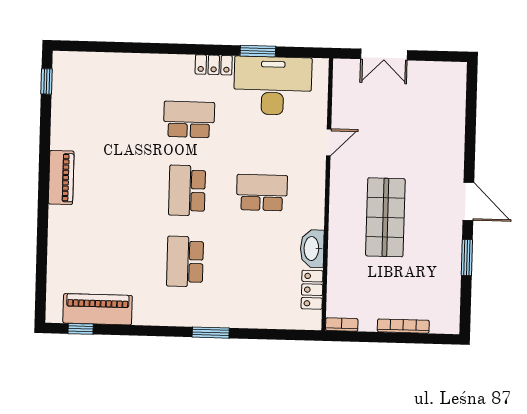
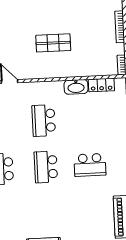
school desk: (187, 190) -> (46, 167), turned 90
shop shelf: (385, 217) -> (53, 43), width x0.70, depth x0.74

